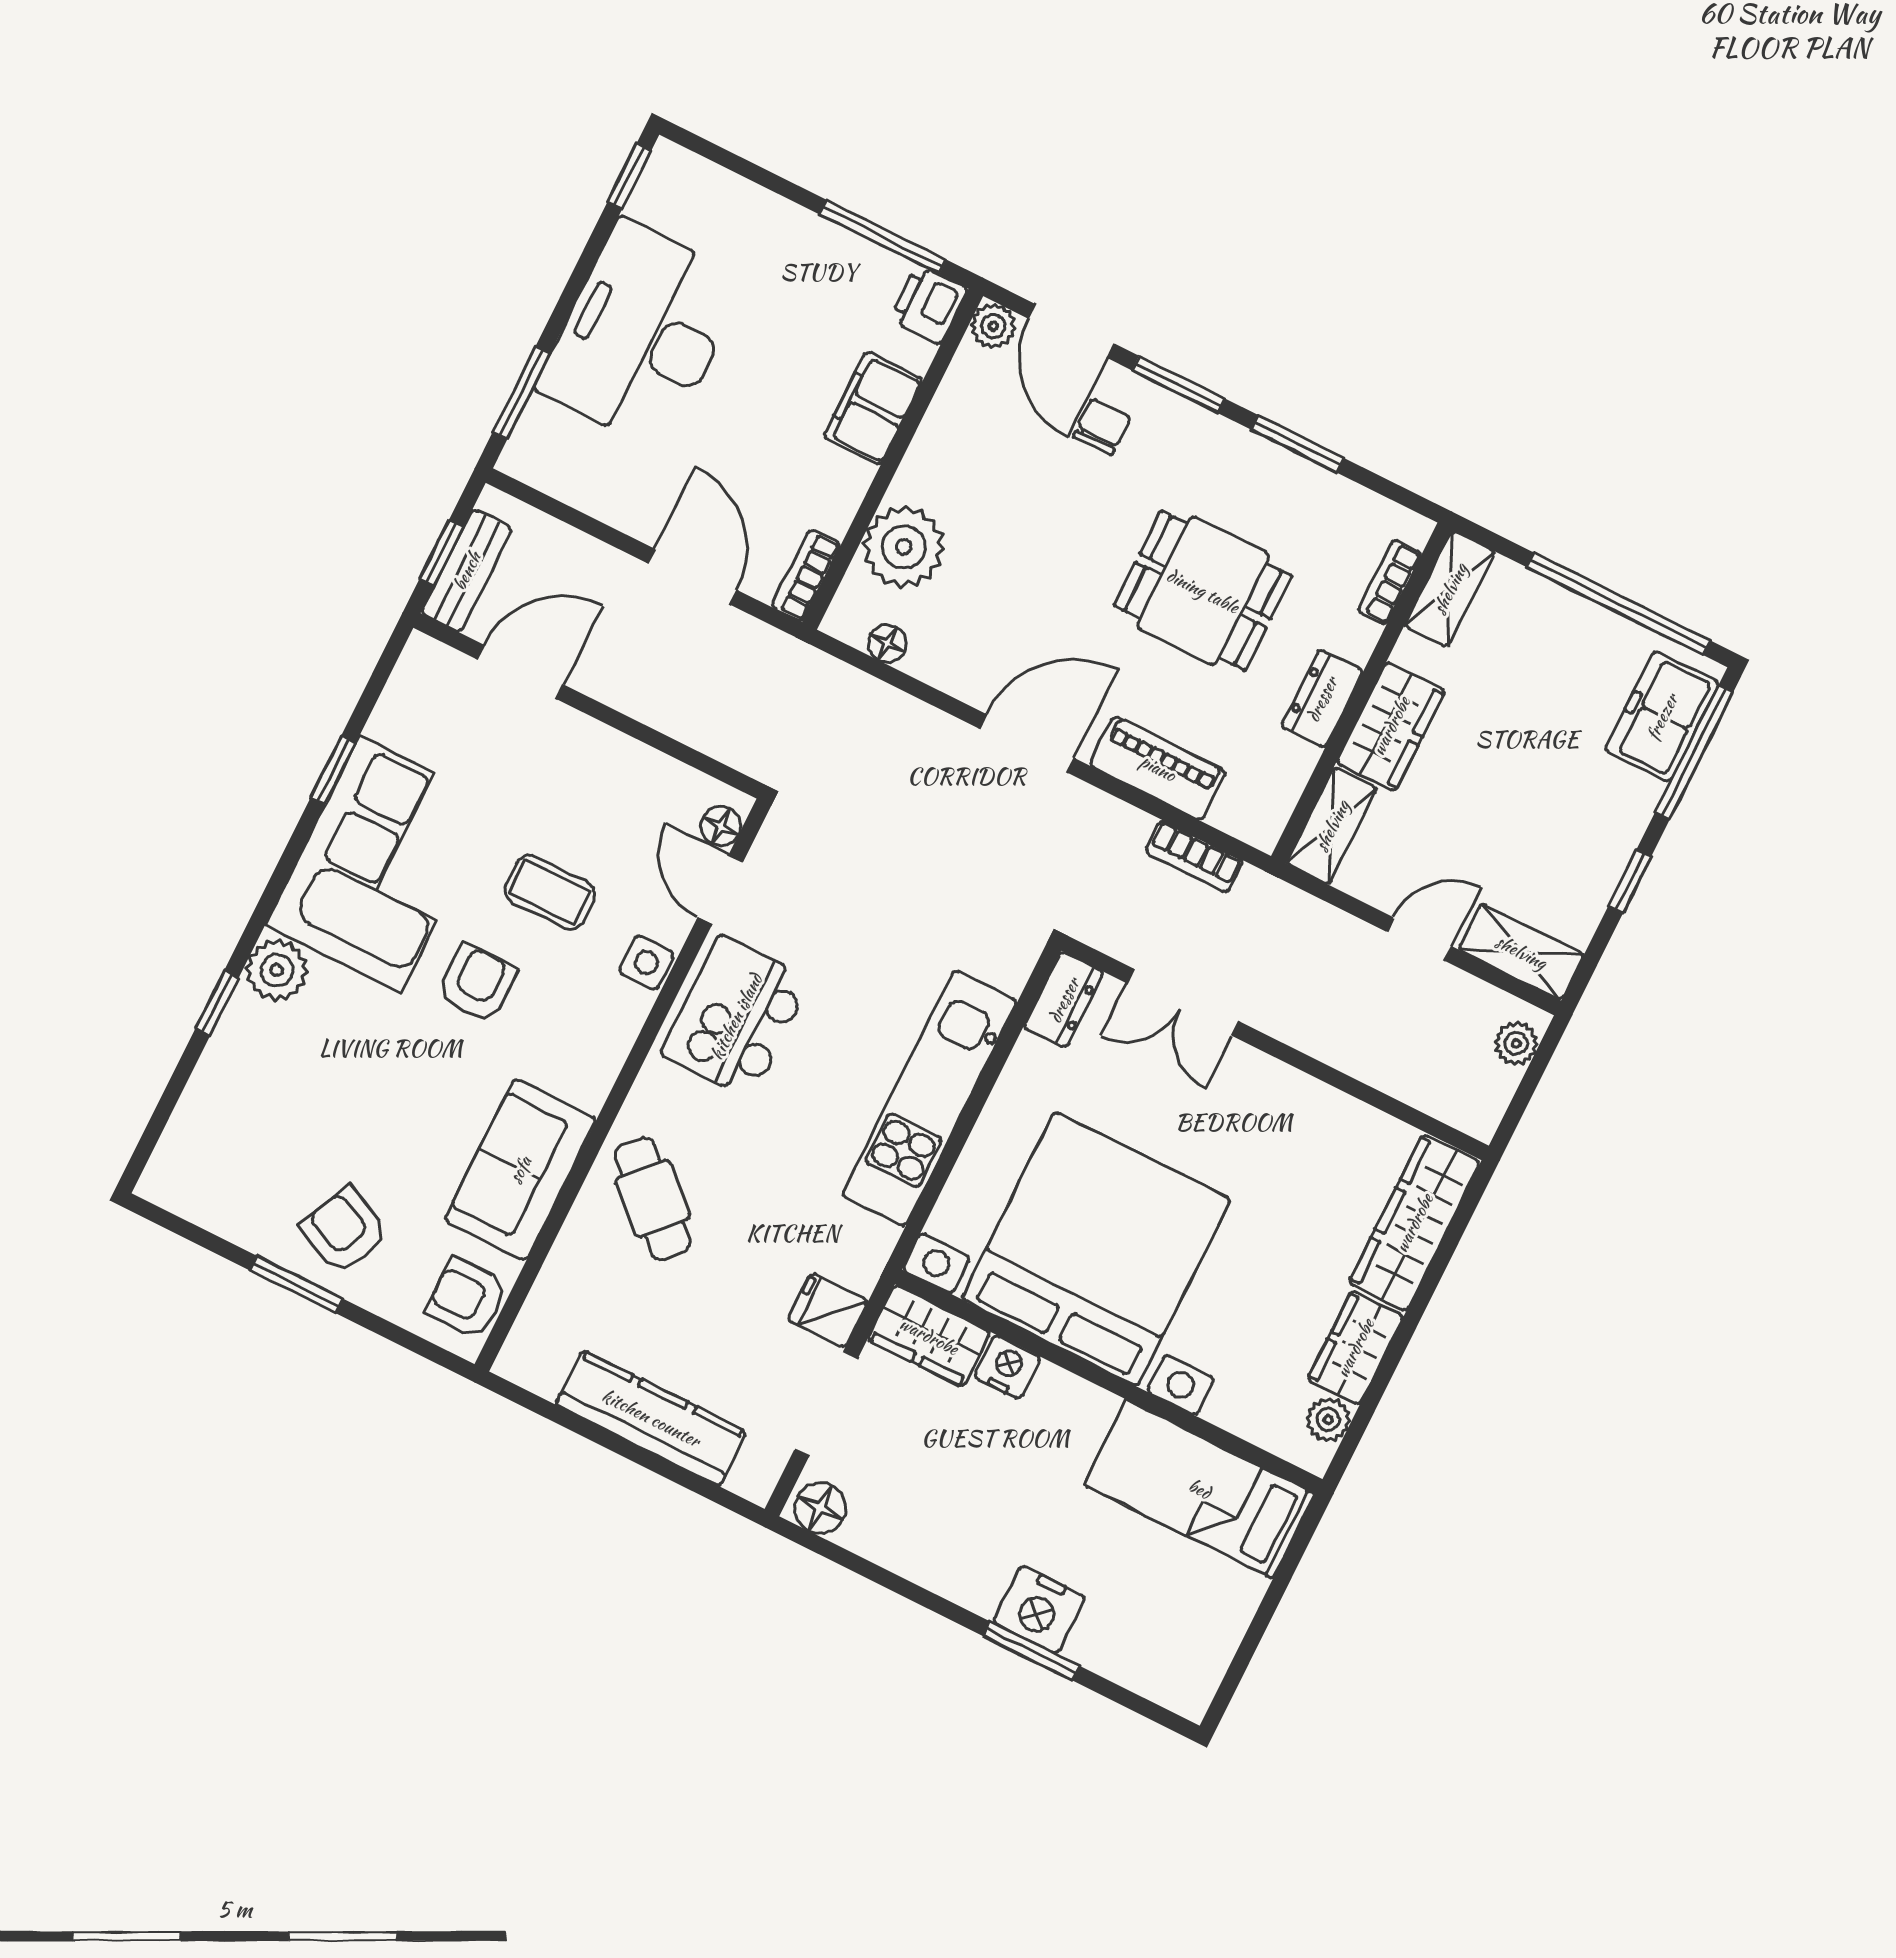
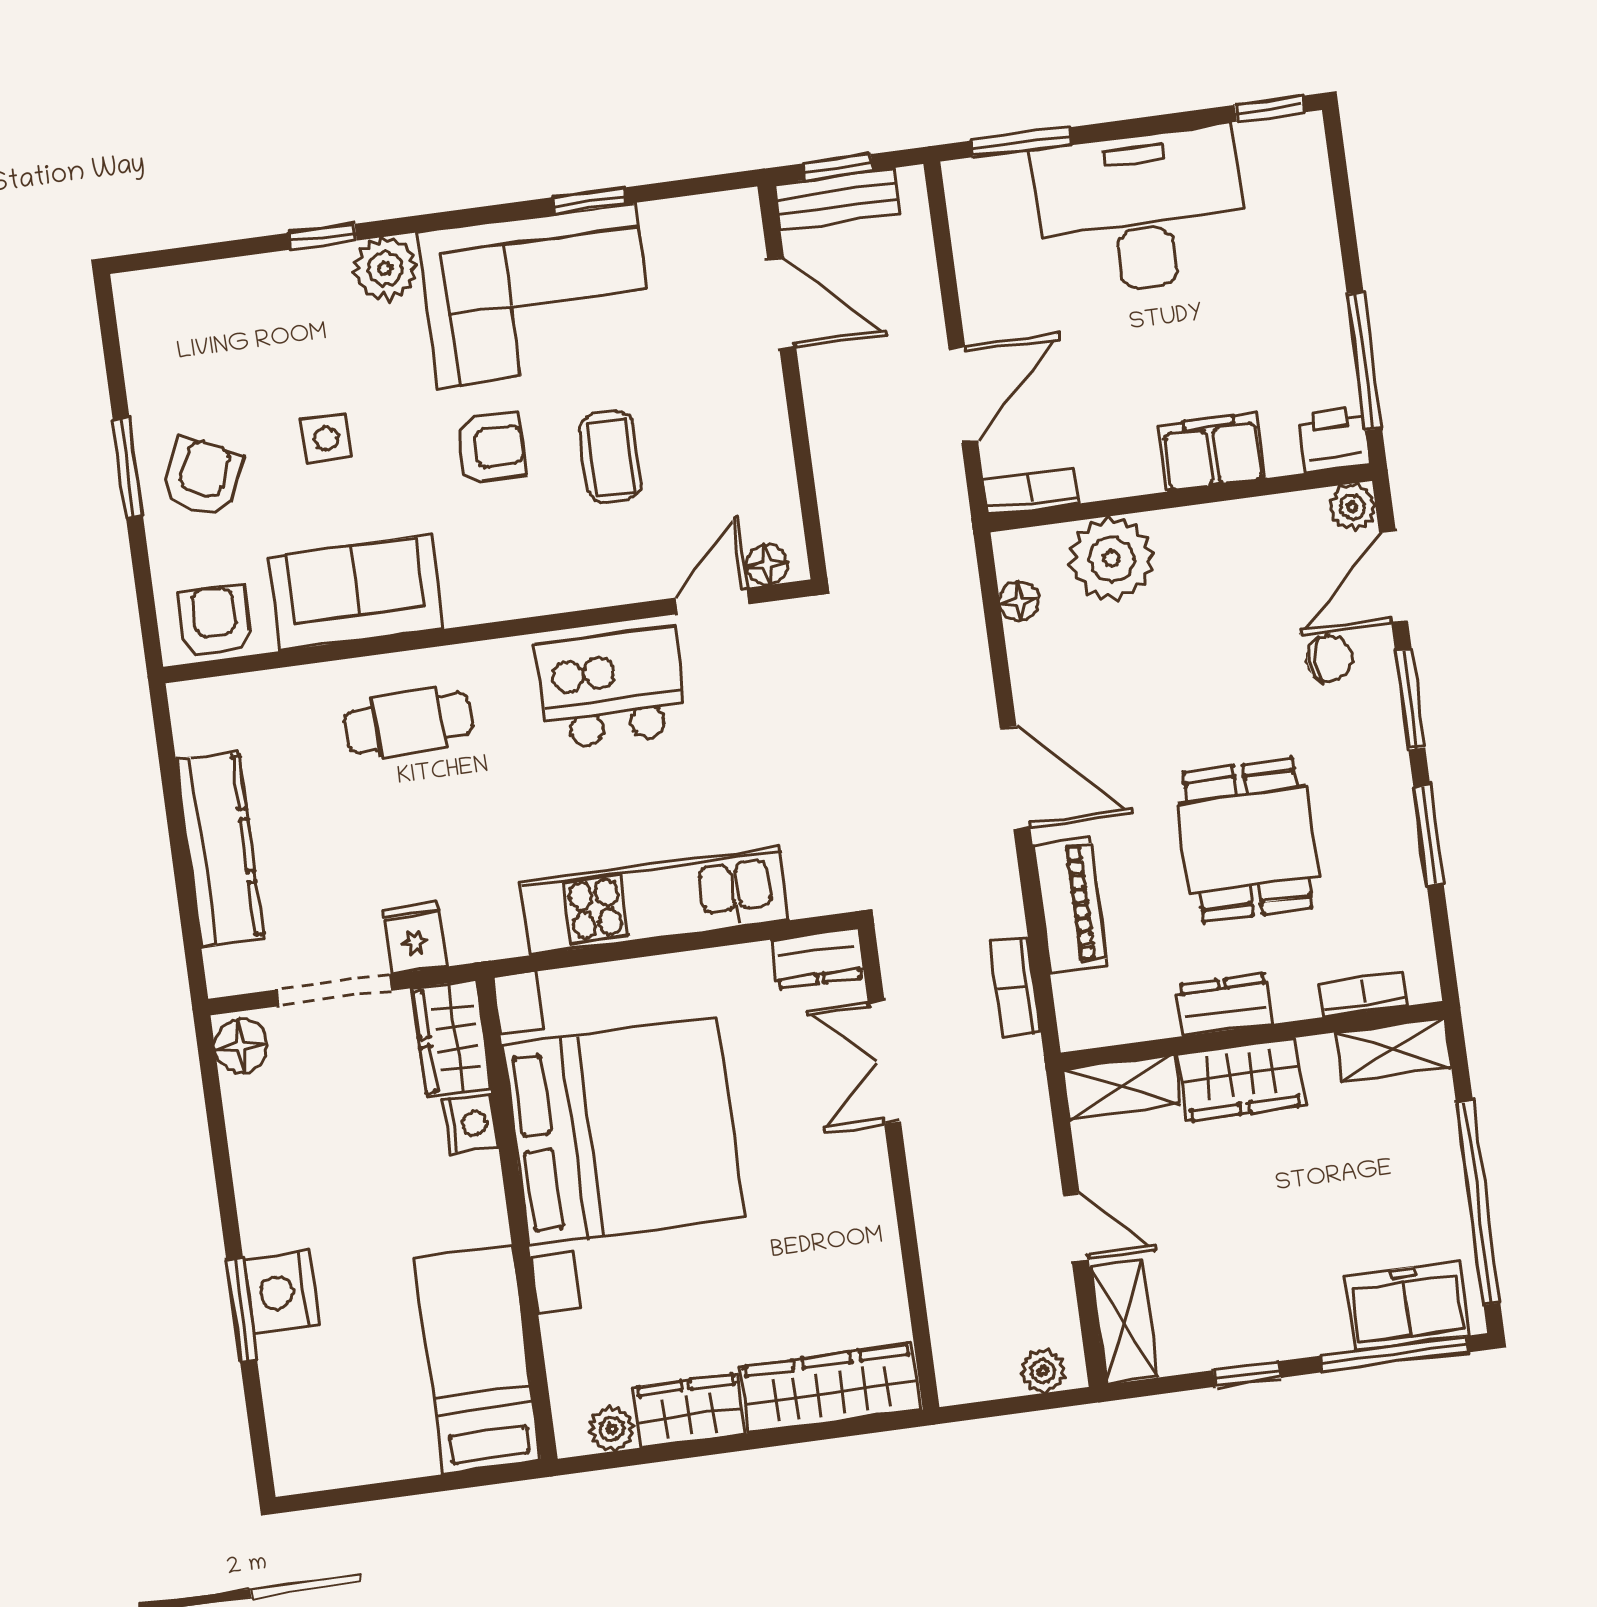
side table: (646, 962) -> (326, 439), moved
cafe table: (653, 1199) -> (408, 723), turned 45

